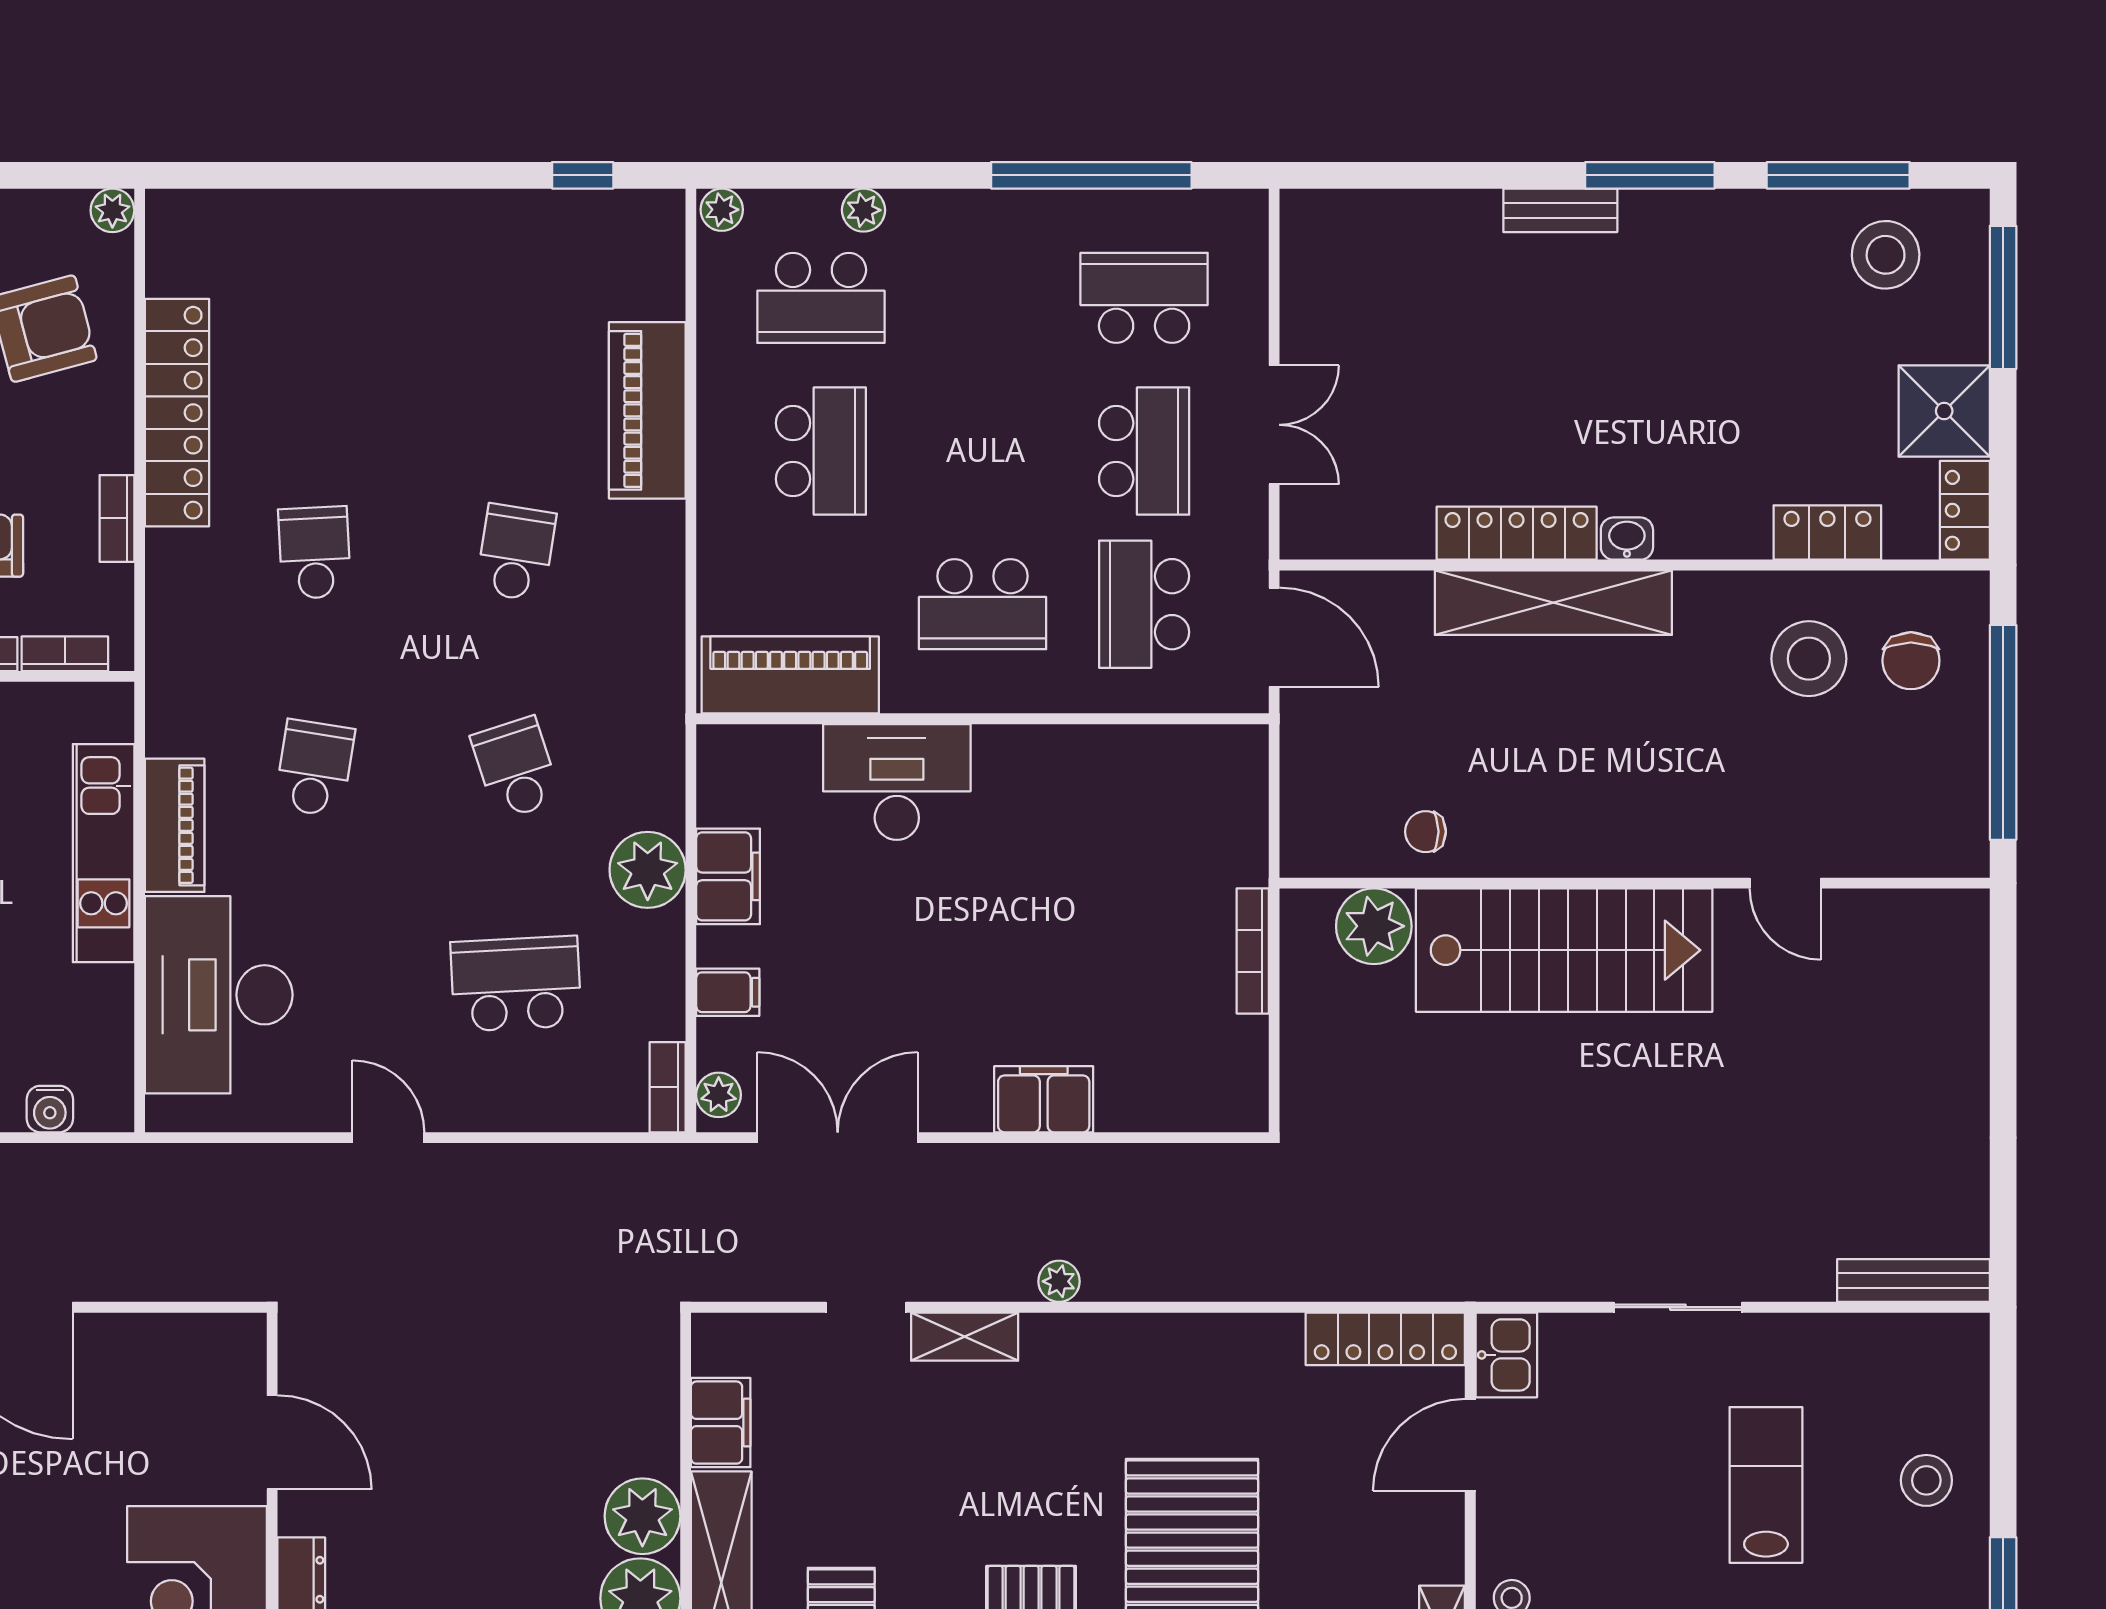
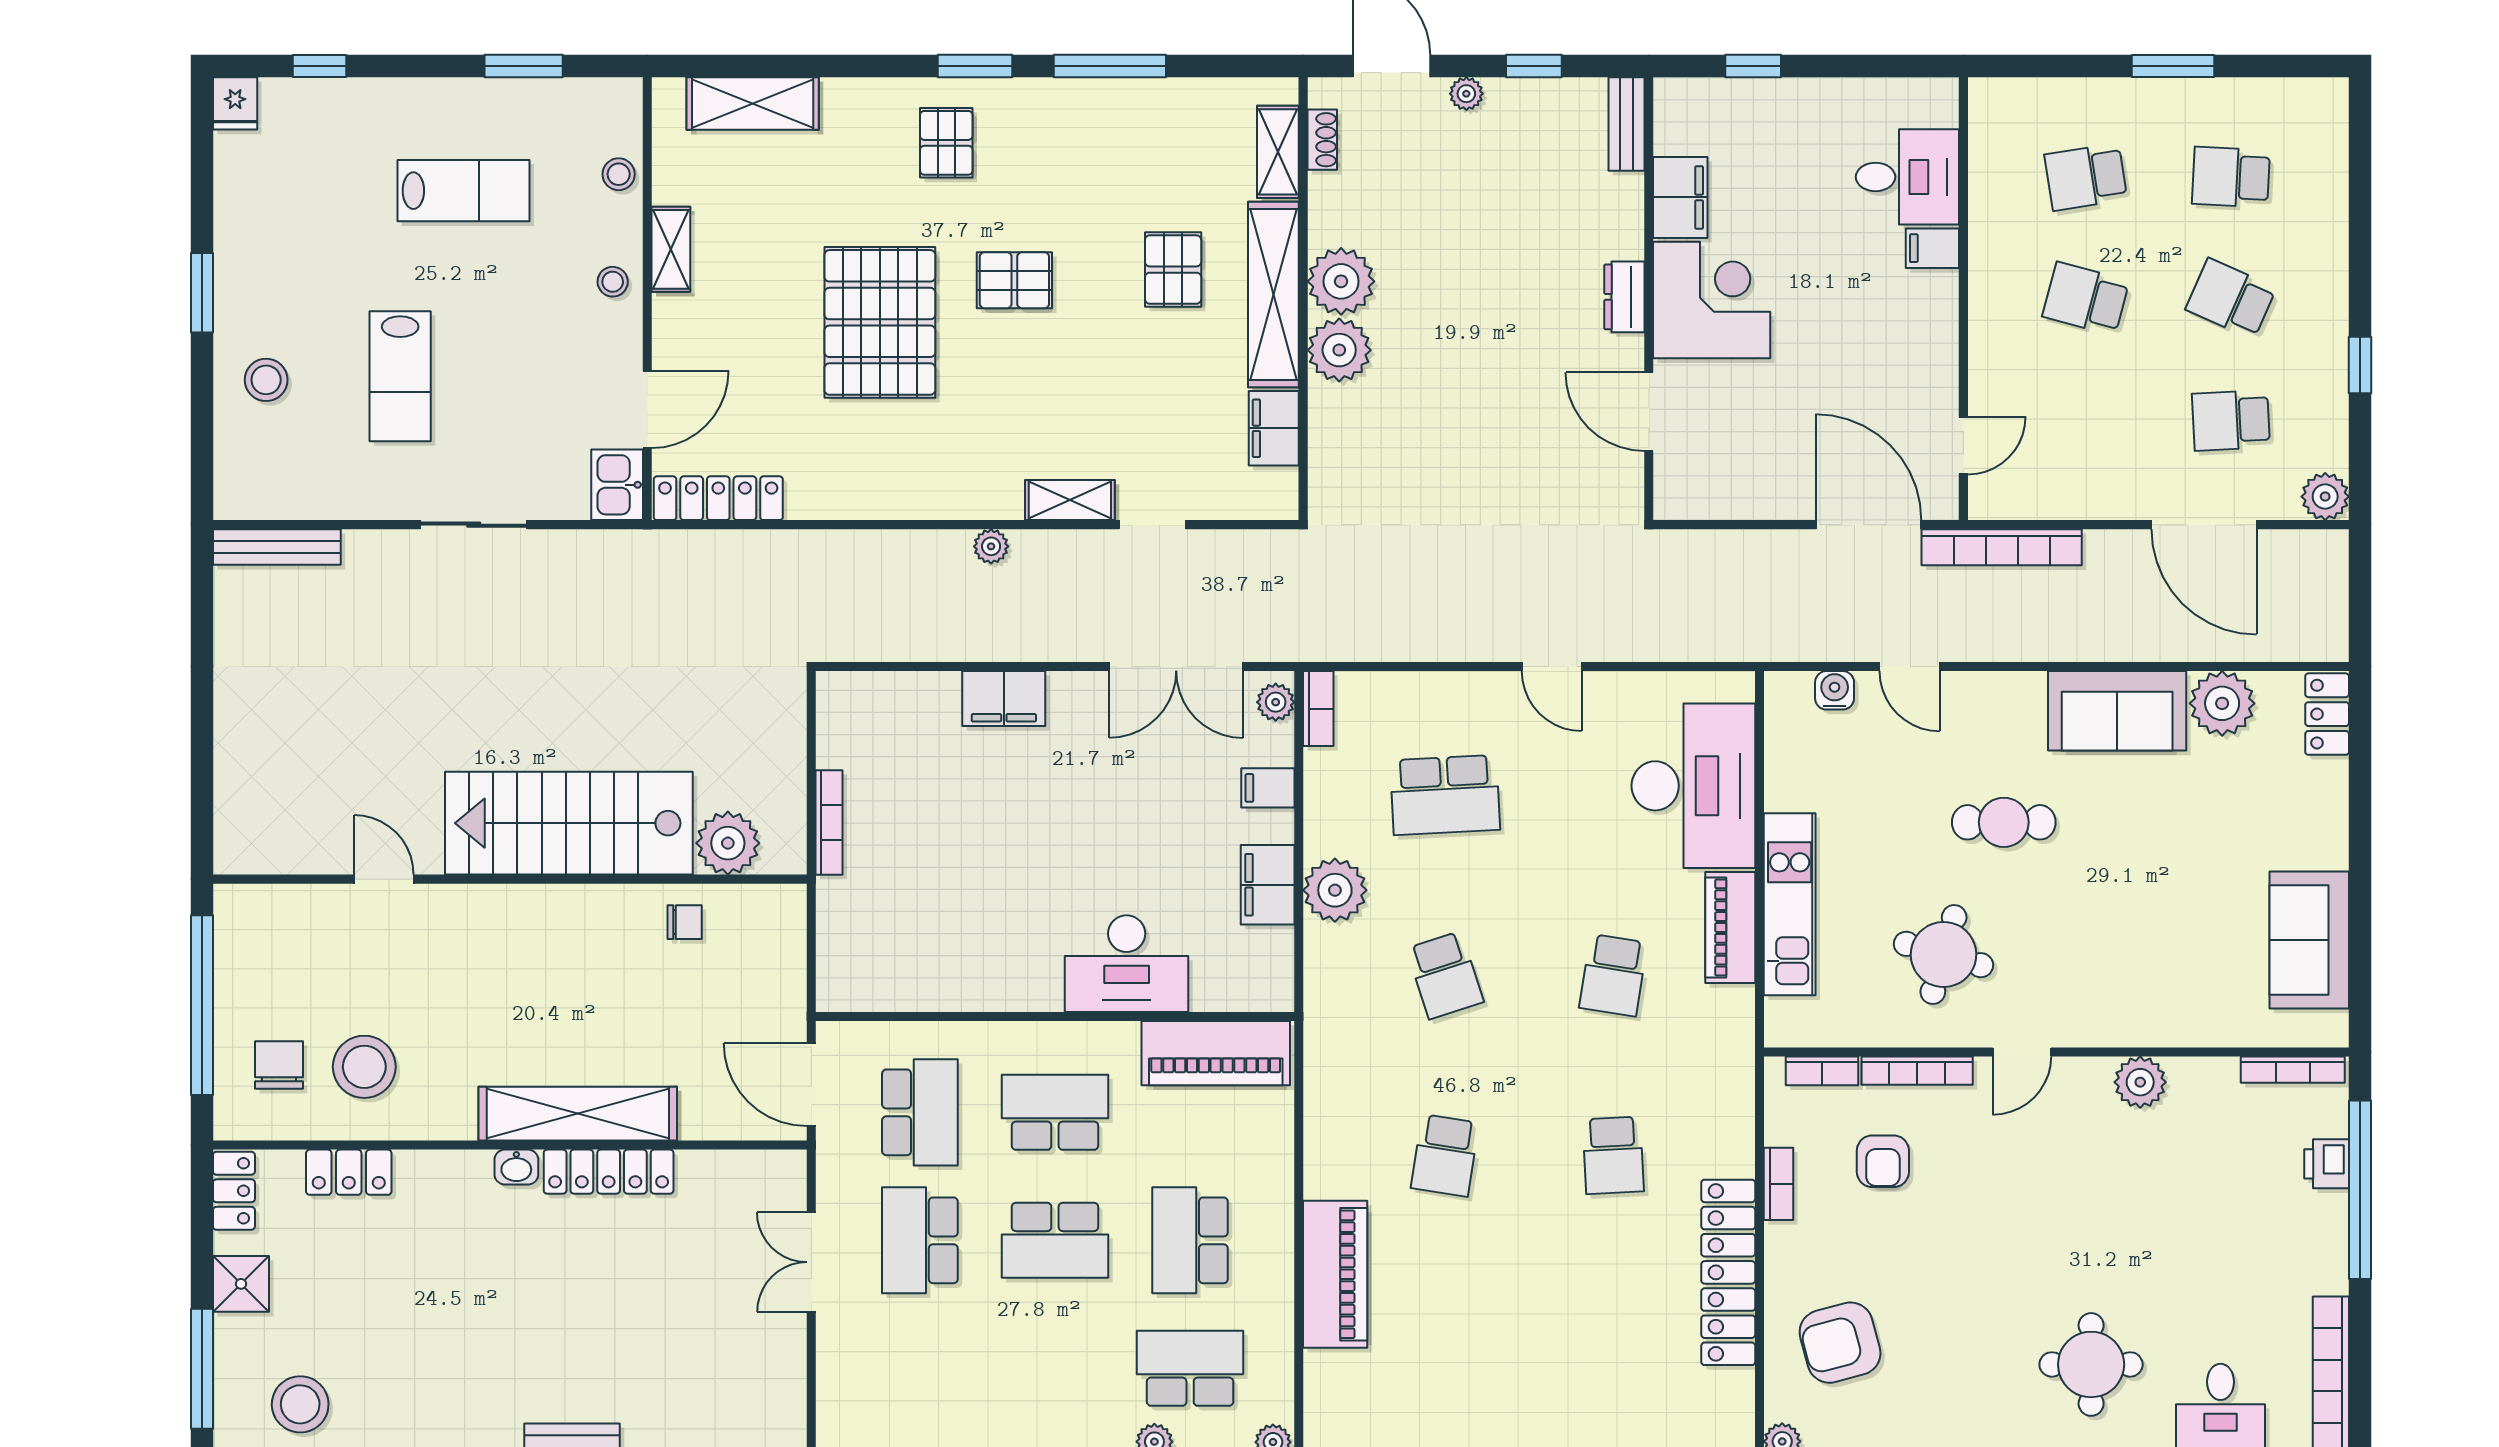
school desk: (1144, 298) -> (1055, 1240), moved
shower: (1944, 411) -> (241, 1284), width x0.73, depth x0.73

